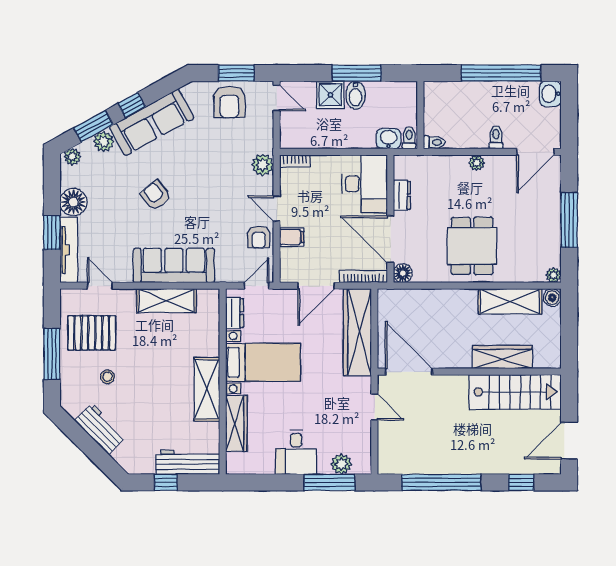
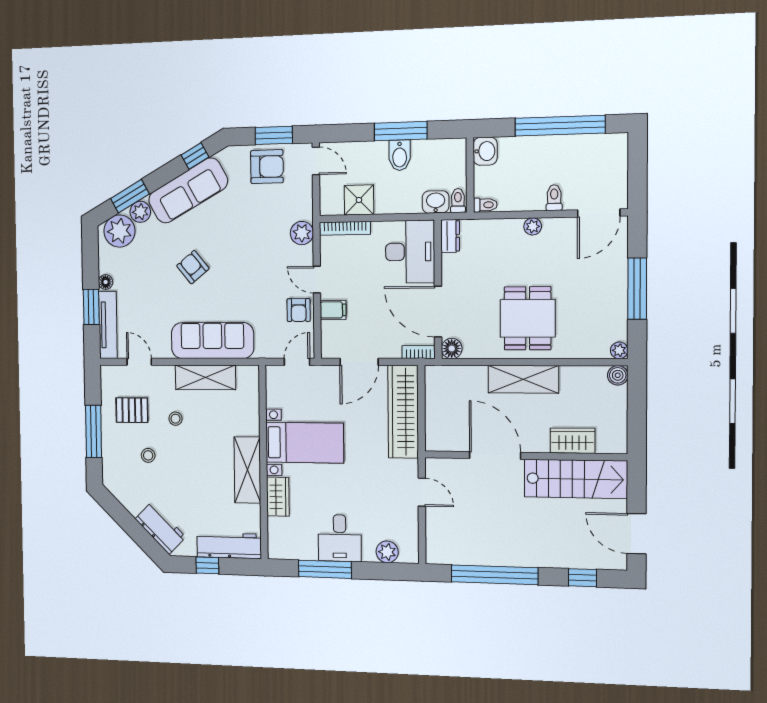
washbasin: (550, 94) -> (485, 151), moved, turned 180
shower: (330, 95) -> (359, 200), moved
armchair: (230, 102) -> (267, 167), turned -90
window: (132, 105) -> (195, 156), moved
plant: (72, 157) -> (119, 231), width x1.87, depth x1.87
bookcase: (295, 161) -> (345, 228), width x1.56
dresser: (402, 195) -> (450, 236), moved
floor lamp: (73, 202) -> (106, 282), width x0.53, depth x0.53
bookcase: (363, 277) -> (419, 352), width x0.64
shelving: (510, 301) -> (523, 379), moved
dresser: (234, 313) -> (275, 391), removed
pallet: (92, 333) -> (132, 410), width x0.67, depth x0.71
stool: (136, 341) -> (175, 419), added
wardrobe: (502, 357) -> (572, 441), width x0.67
door: (409, 372) -> (495, 455), moved
wardrobe: (236, 423) -> (278, 497), width x0.67
workbench: (100, 429) -> (160, 528), moved
door: (569, 441) -> (636, 534), hinge flipped
window: (330, 482) -> (325, 569), moved

